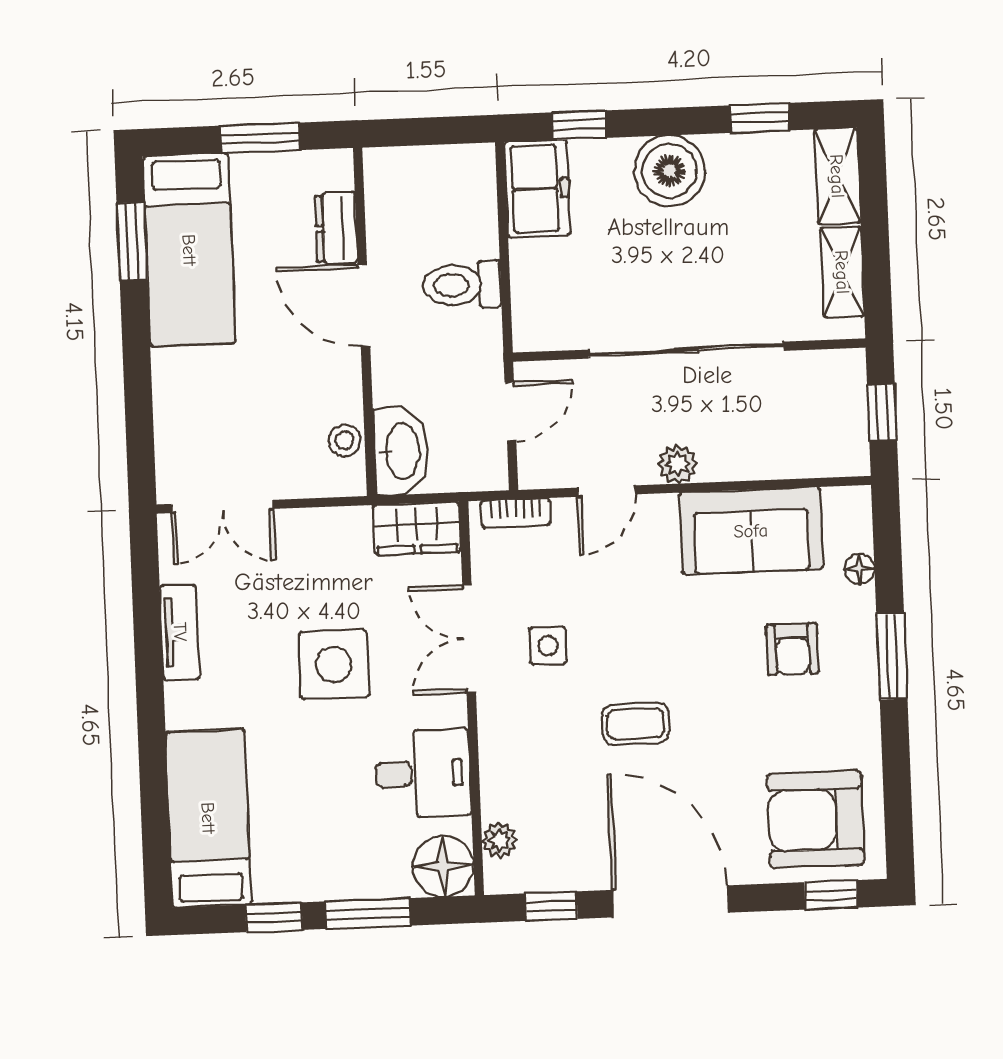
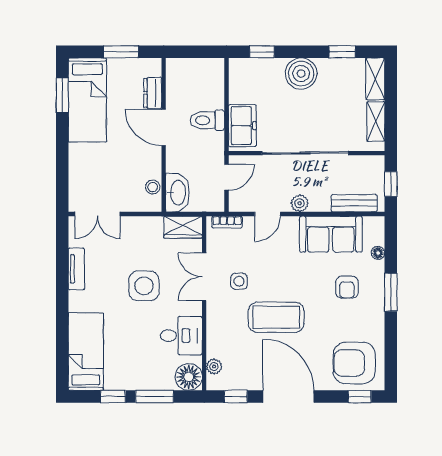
freezer: (537, 189) -> (242, 126), moved
bench: (801, 459) -> (354, 203), added
coffee table: (635, 724) -> (276, 317), width x1.86, depth x1.72

